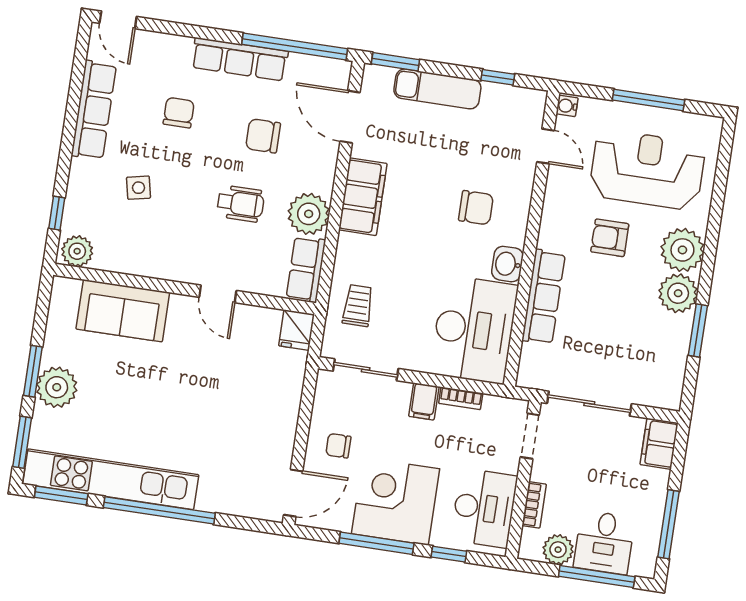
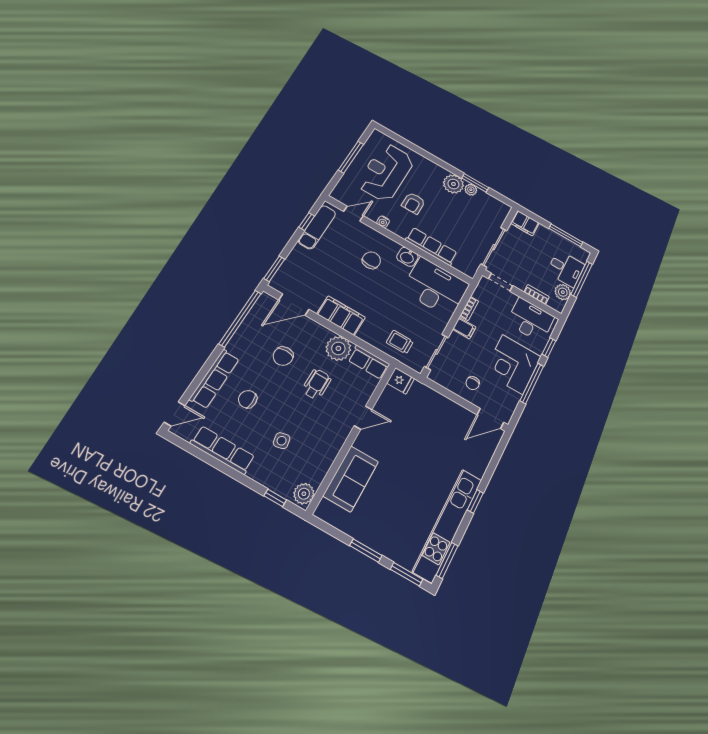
row of seats: (240, 59) -> (215, 379), moved
exam couch: (437, 89) -> (317, 227), moved
water cooler: (567, 106) -> (383, 222), moved
plant: (682, 250) -> (471, 190), moved, width x0.53, depth x0.53
plant: (57, 387) -> (381, 539), removed
door: (293, 493) -> (490, 419), swing flipped
window: (159, 510) -> (475, 501), width x0.32

